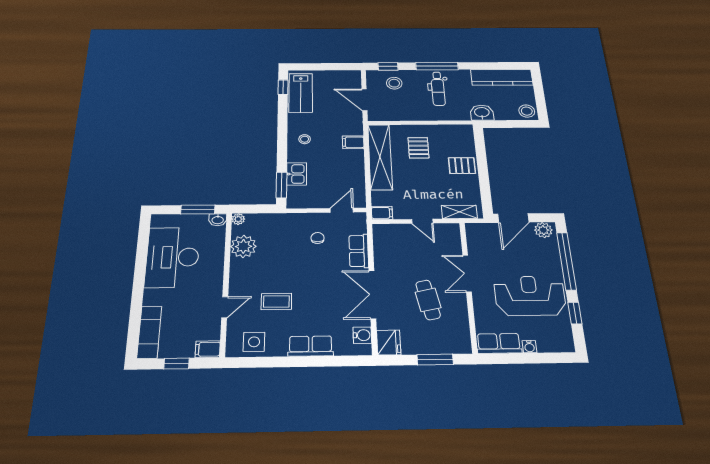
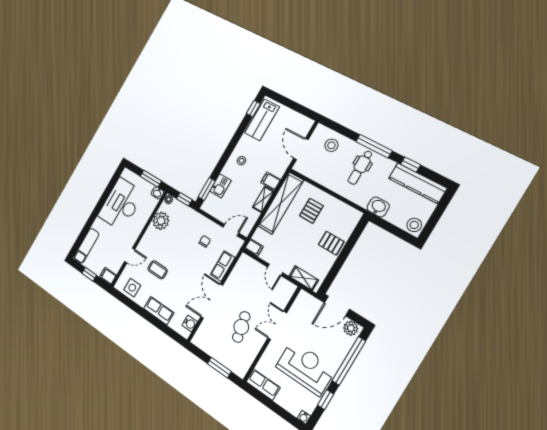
window: (388, 66) -> (411, 165), moved
shelving: (357, 163) -> (263, 199), added
window: (259, 209) -> (184, 199), added
fridge: (389, 342) -> (201, 338), removed
water cooler: (529, 347) -> (304, 417), moved

